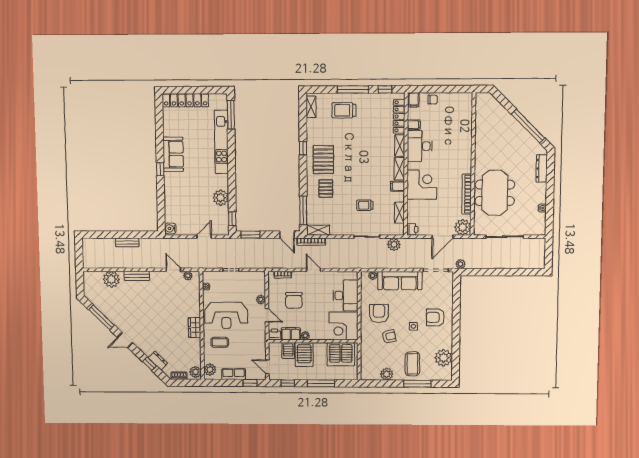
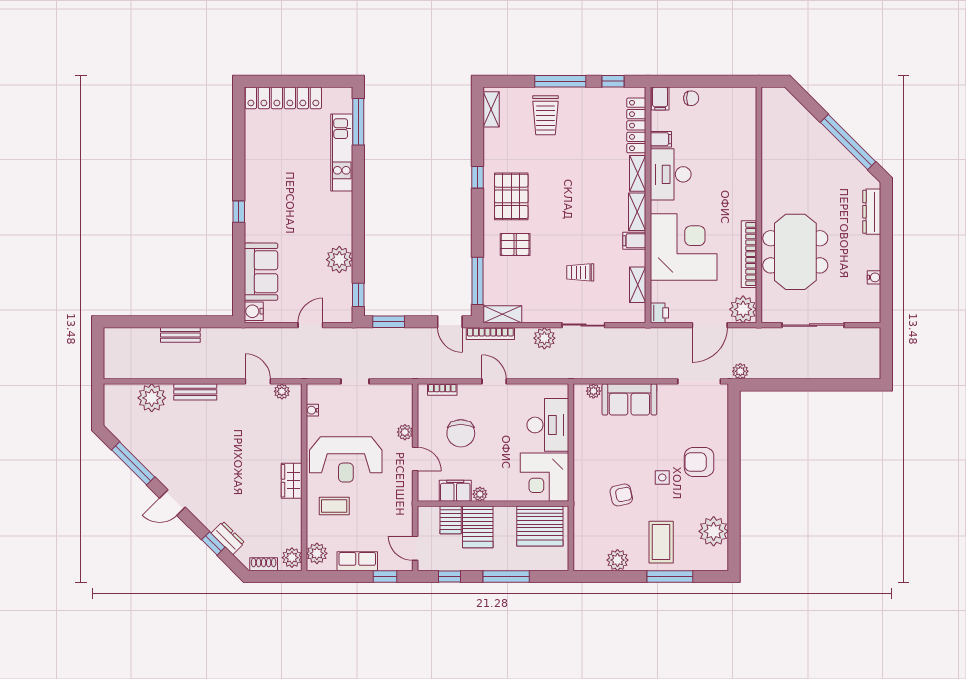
trolley: (344, 110) -> (546, 115), turned -90
kitchen unit: (221, 142) -> (342, 153), width x0.73
sofa: (173, 154) -> (261, 272), moved
corner desk: (422, 185) -> (684, 247), width x1.36, depth x1.36
pallet: (326, 188) -> (515, 244), turned 90
plant: (394, 244) -> (544, 338), moved
sofa: (400, 281) -> (629, 399), width x0.73
armchair: (379, 313) -> (604, 455), removed
printer: (275, 334) -> (428, 492), removed

